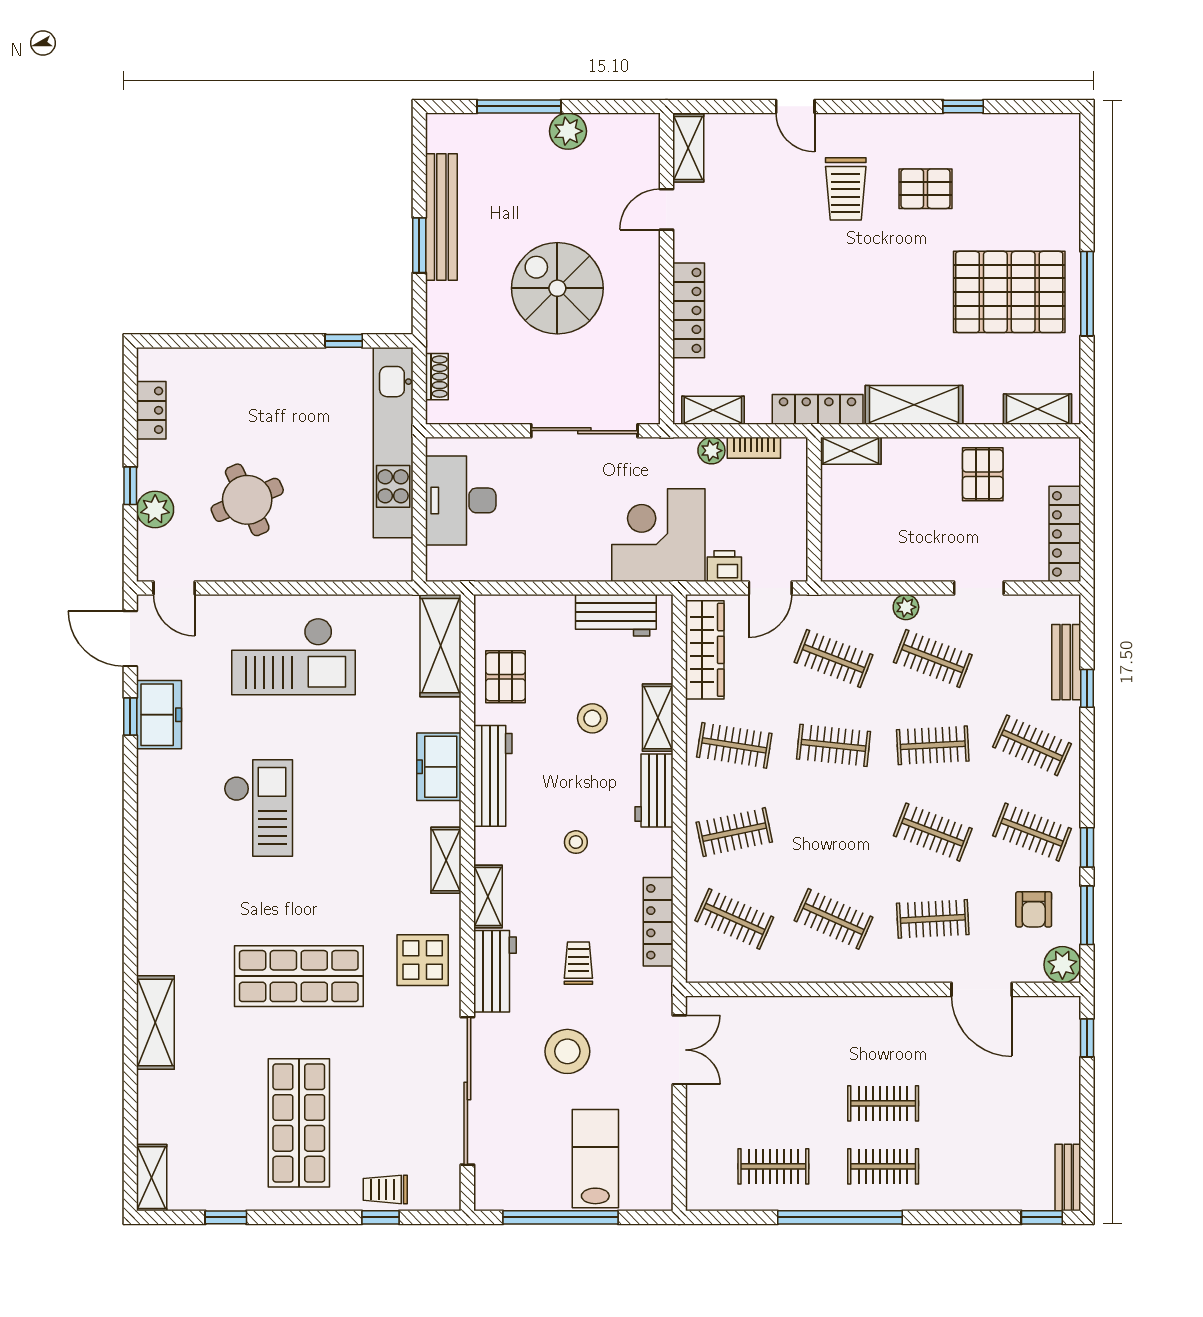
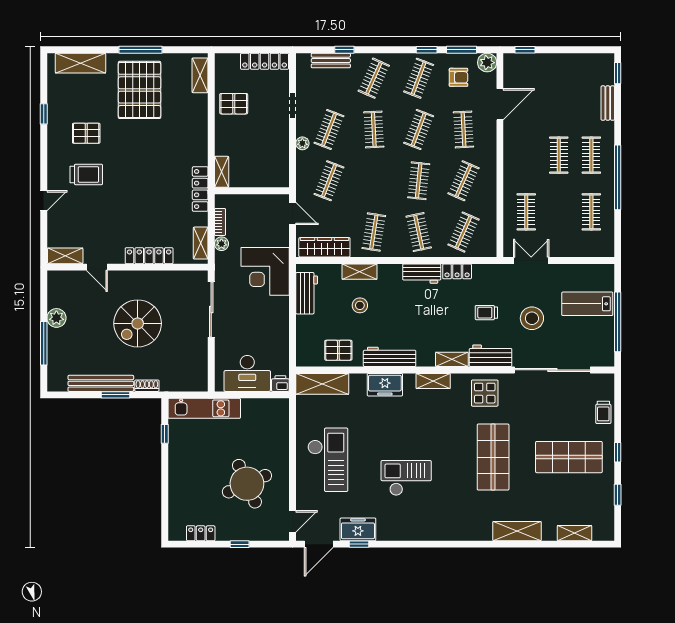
pallet: (925, 189) -> (86, 133), turned 90
shoe rack: (437, 377) -> (147, 386), moved
shelving: (914, 405) -> (80, 63), moved, turned 90
kitchen unit: (393, 443) -> (204, 408), width x0.73
round table: (247, 500) -> (247, 484), width x1.36, depth x1.36
plant: (155, 509) -> (252, 531), removed
printer: (724, 566) -> (280, 384), moved, turned 90
clothes rail: (834, 745) -> (419, 181), moved
workbench: (654, 791) -> (422, 274), moved
stool: (576, 842) -> (424, 314), removed
locker: (658, 922) -> (457, 271), width x0.66
clothes rail: (773, 1040) -> (526, 212), added
bench: (1068, 1177) -> (608, 103), moved, turned 90
shelving: (152, 1178) -> (574, 533), moved
window: (381, 1217) -> (618, 452), moved

